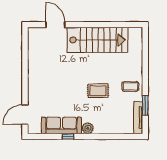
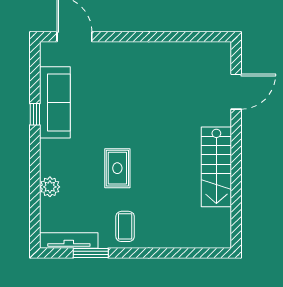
stairs: (97, 40) -> (216, 167), width x0.73, depth x0.66
plant: (88, 128) -> (50, 187), moved

